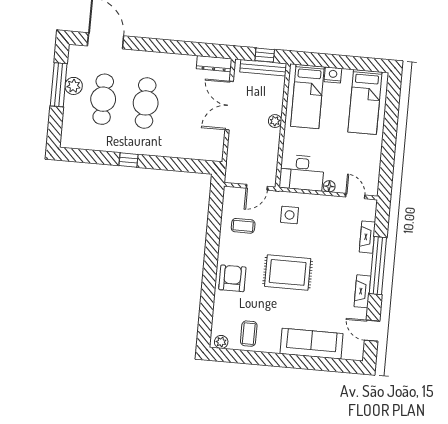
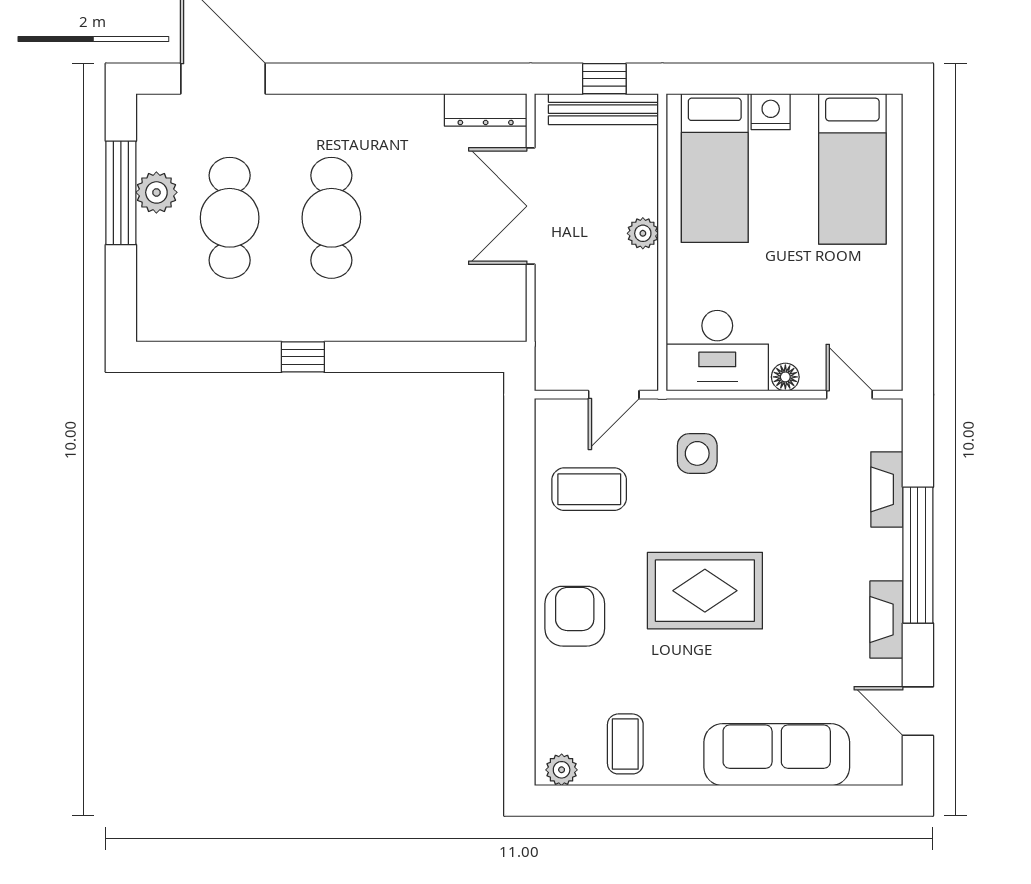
coffee table: (243, 226) -> (589, 489), width x1.36, depth x1.30

